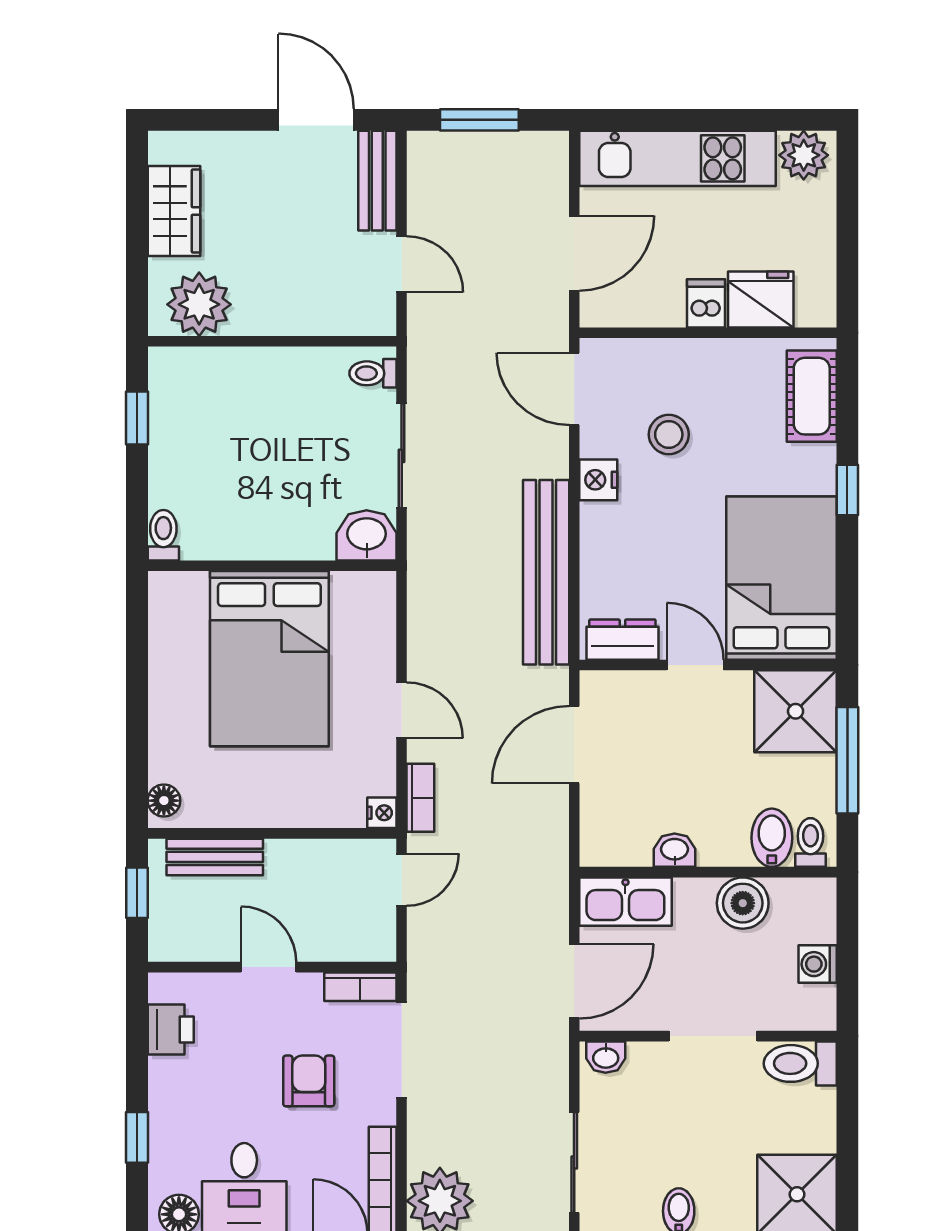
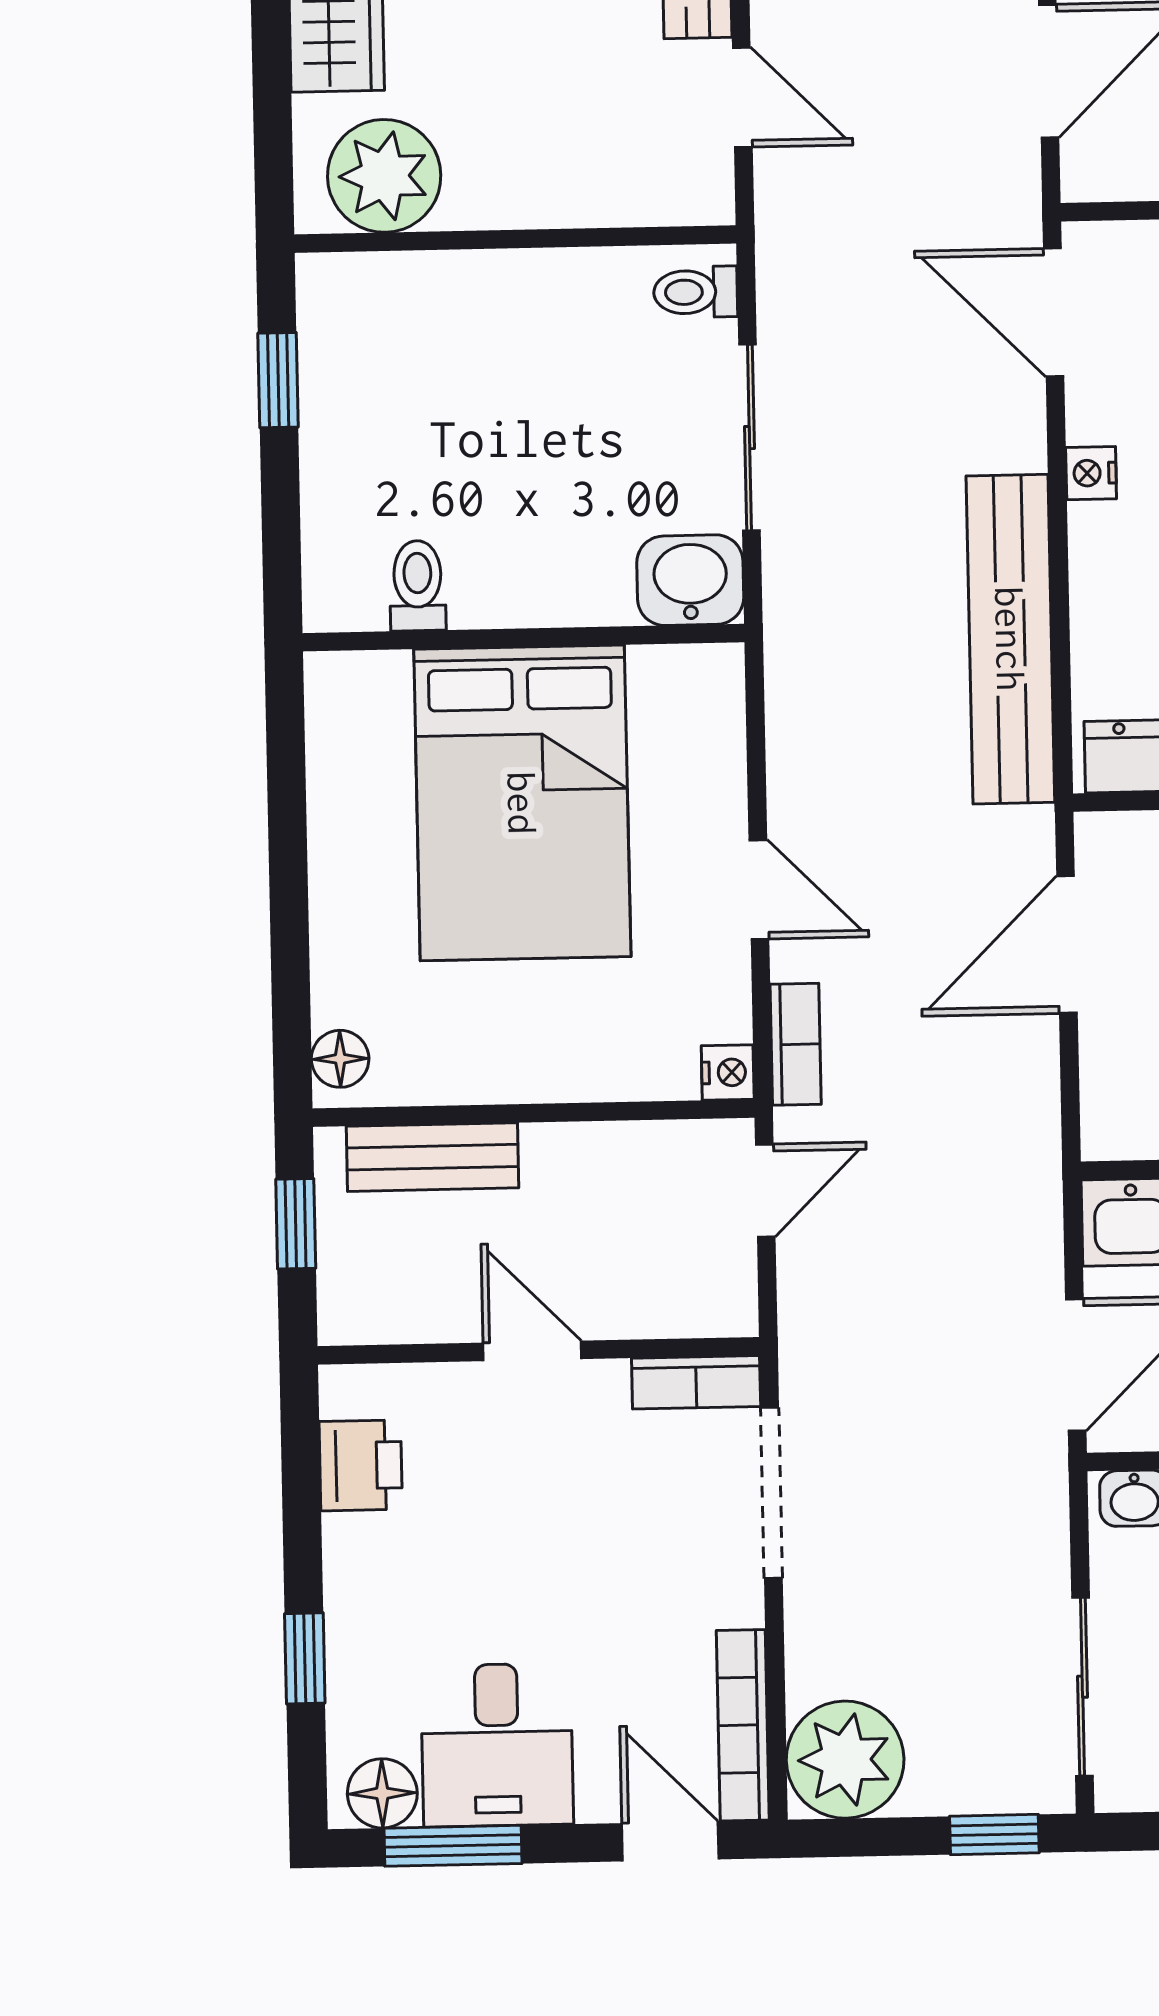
nightstand: (598, 480) -> (1091, 473), width x0.72, depth x0.74
toilet: (163, 535) -> (418, 586), moved
armchair: (309, 1081) -> (608, 1552), removed

